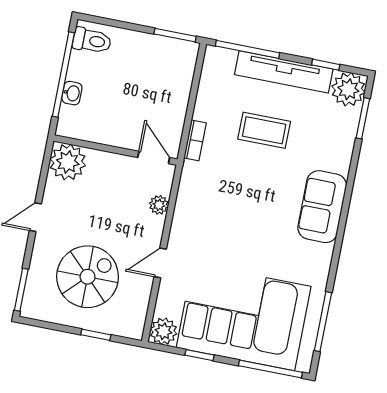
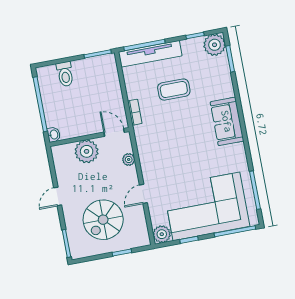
toilet: (92, 41) -> (65, 74), moved, turned 90
tv unit: (284, 72) -> (150, 54), moved
washbasin: (72, 93) -> (54, 135), moved
plant: (68, 162) -> (87, 151), moved
spiral stairs: (88, 277) -> (103, 220), turned 180

